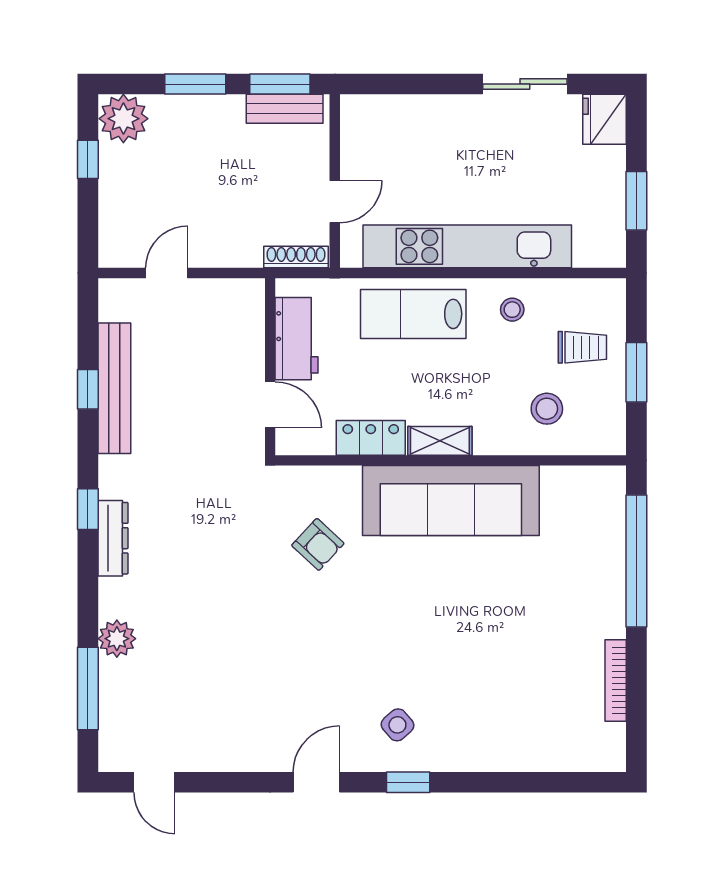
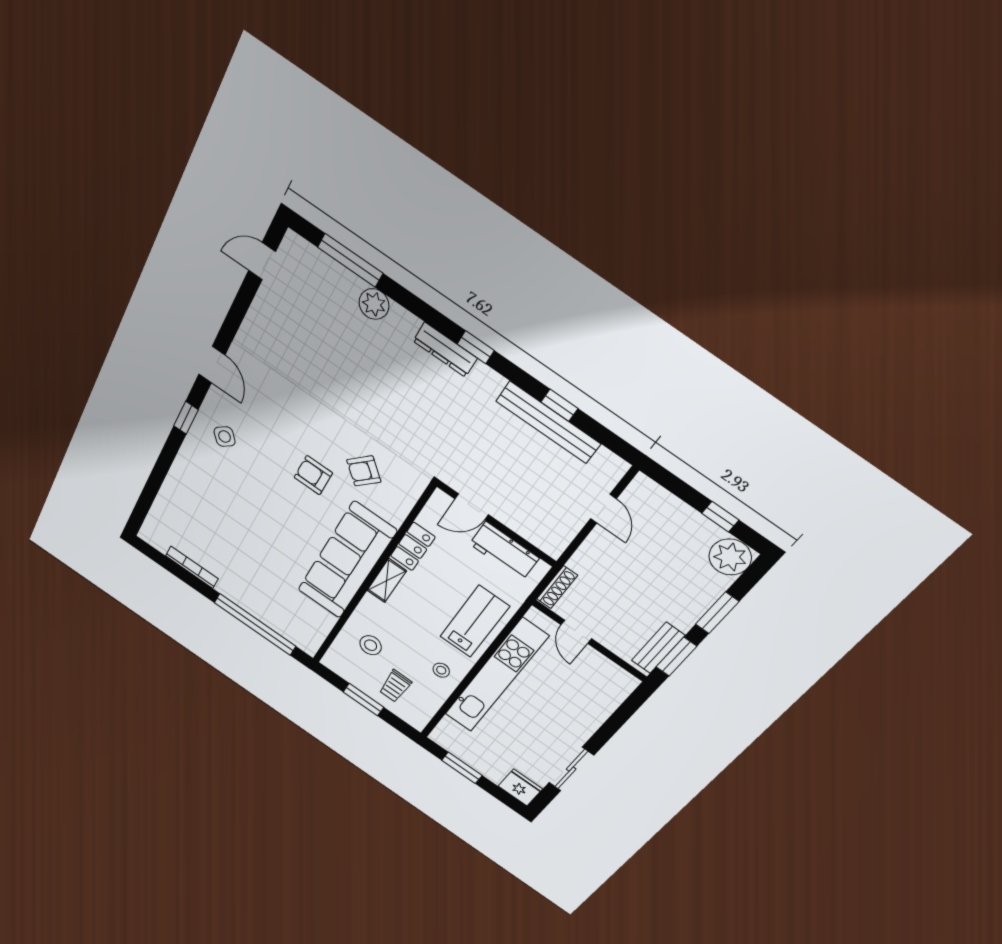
armchair: (368, 598) -> (313, 475), added

